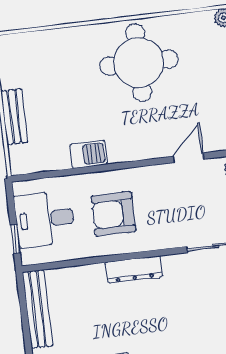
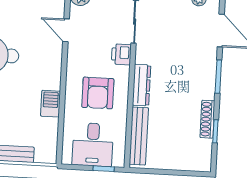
printer: (170, 236) -> (121, 54), added
bench: (37, 309) -> (139, 136), moved, turned 90

